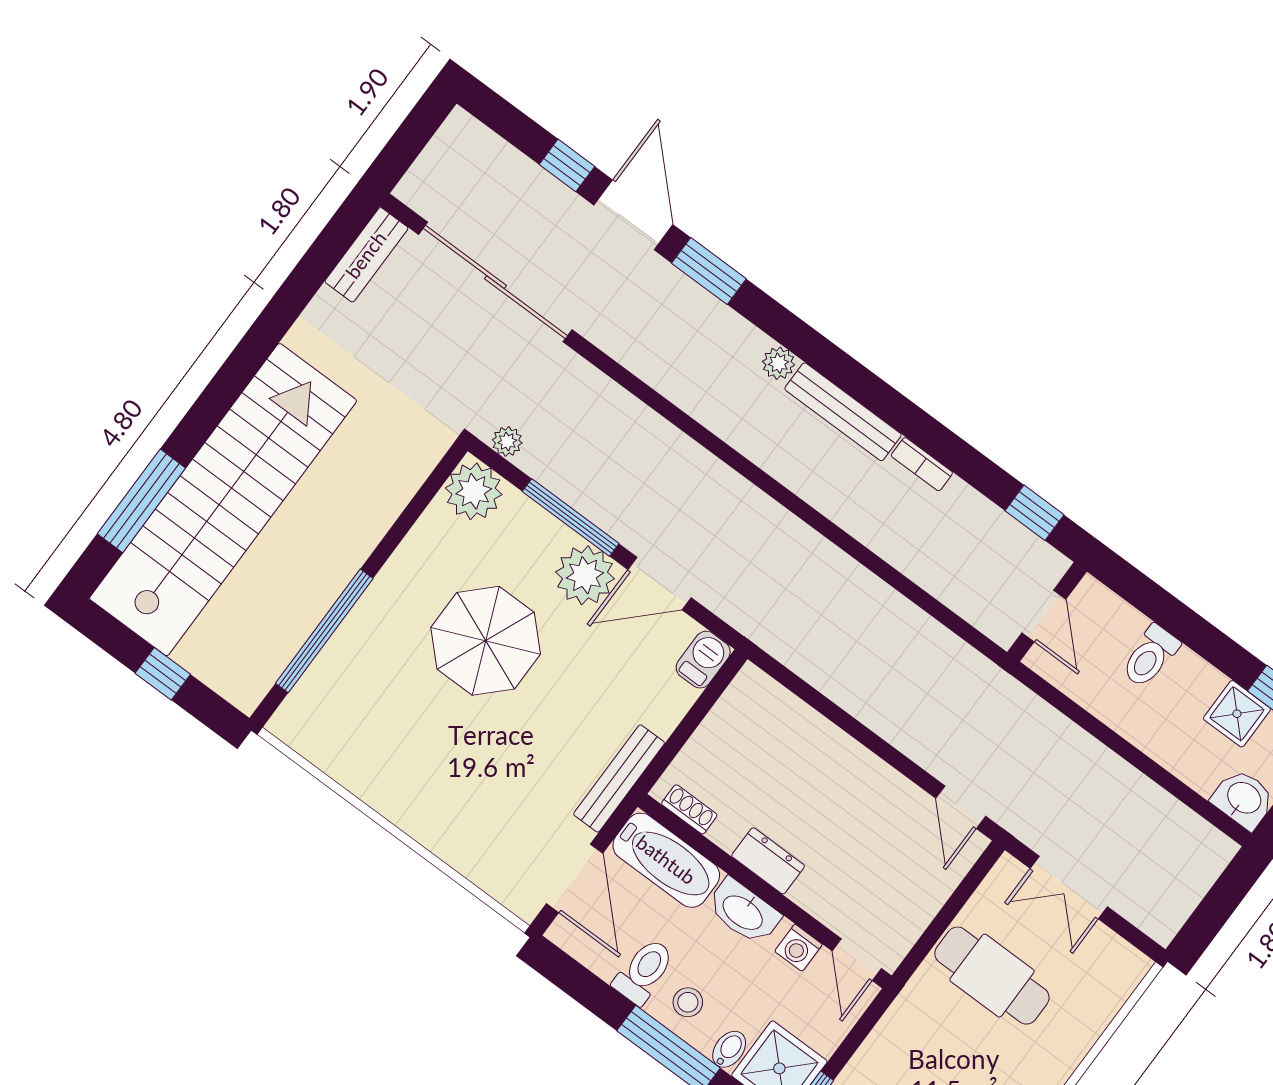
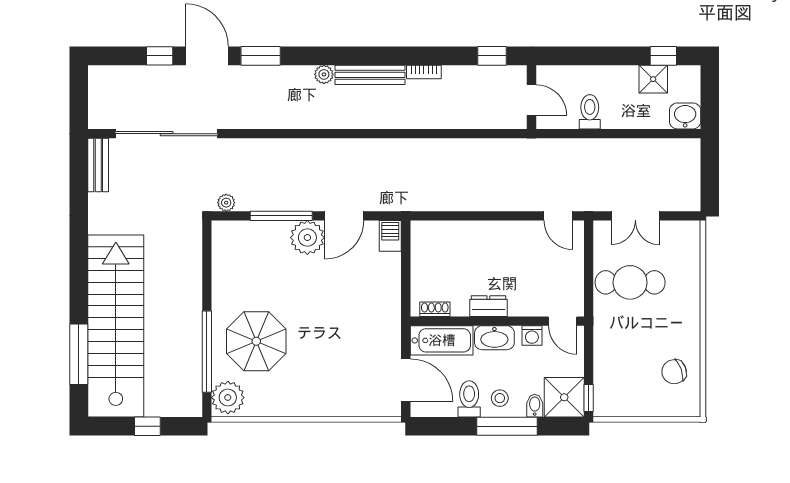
plant: (474, 491) -> (228, 398), moved
parasol: (486, 641) -> (256, 341), moved
toilet: (1150, 656) -> (590, 112), moved, turned 180
bench: (619, 778) -> (392, 319), removed

